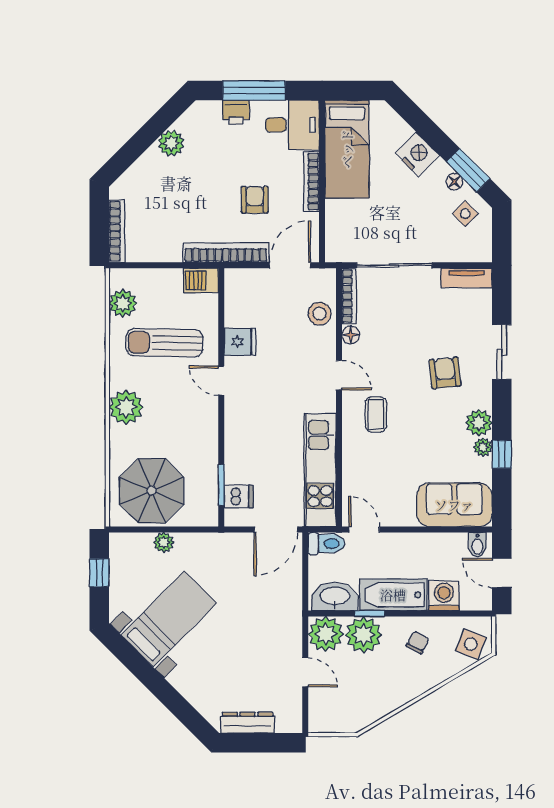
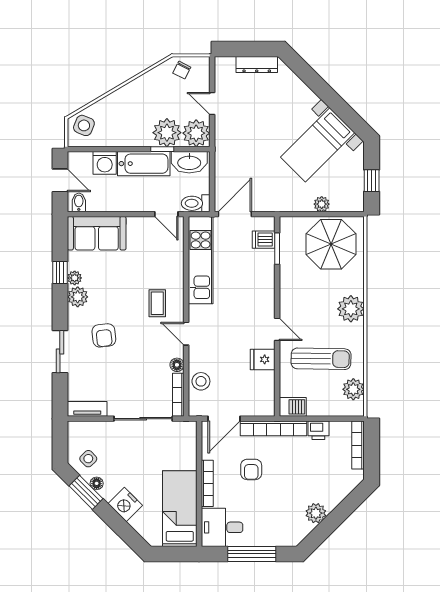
printer: (236, 112) -> (318, 430), moved, turned 180
chair: (418, 642) -> (182, 70), moved

